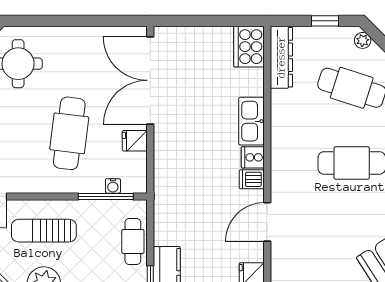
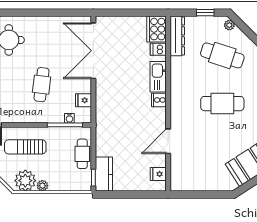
cafe table: (69, 133) -> (42, 85), width x0.73, depth x0.74
fridge: (135, 141) -> (83, 100), moved
dishwasher: (252, 179) -> (158, 49), moved

